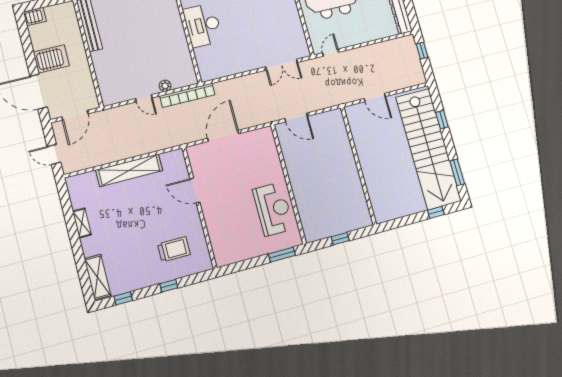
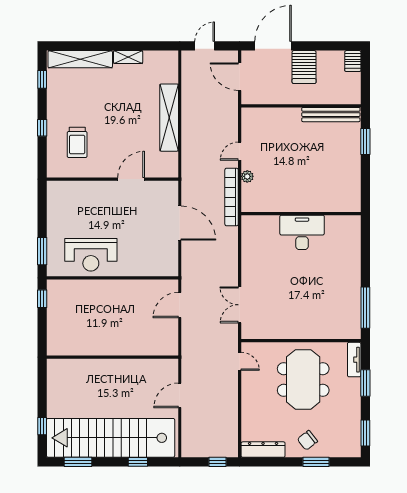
window: (340, 239) -> (42, 299), moved
shelving: (98, 277) -> (80, 59), width x1.47

